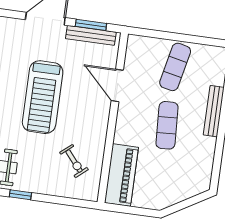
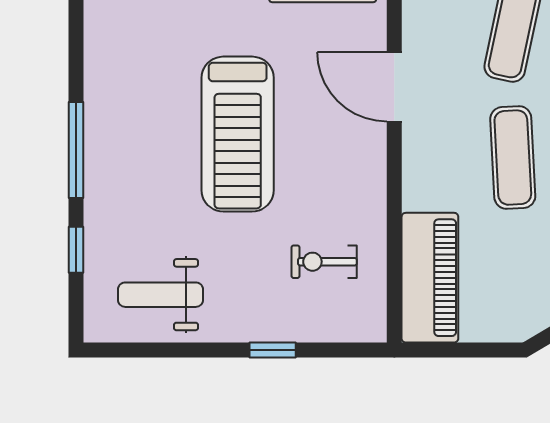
exercise bike: (74, 161) -> (324, 262), turned 130
window: (20, 195) -> (273, 350), moved

